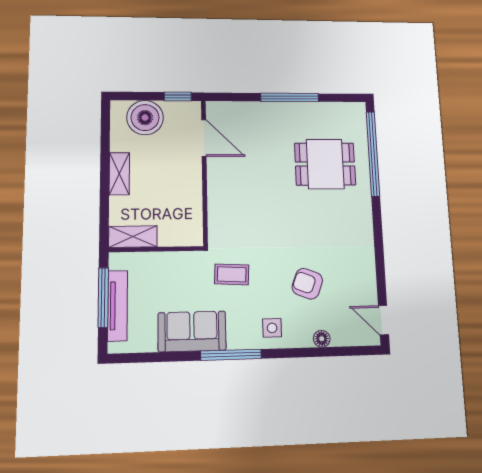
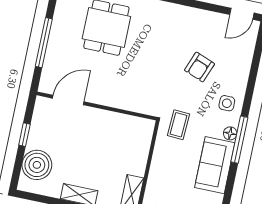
door: (204, 138) -> (68, 100), moved
wall: (204, 172) -> (97, 106), moved
floor lamp: (322, 339) -> (230, 133), moved

